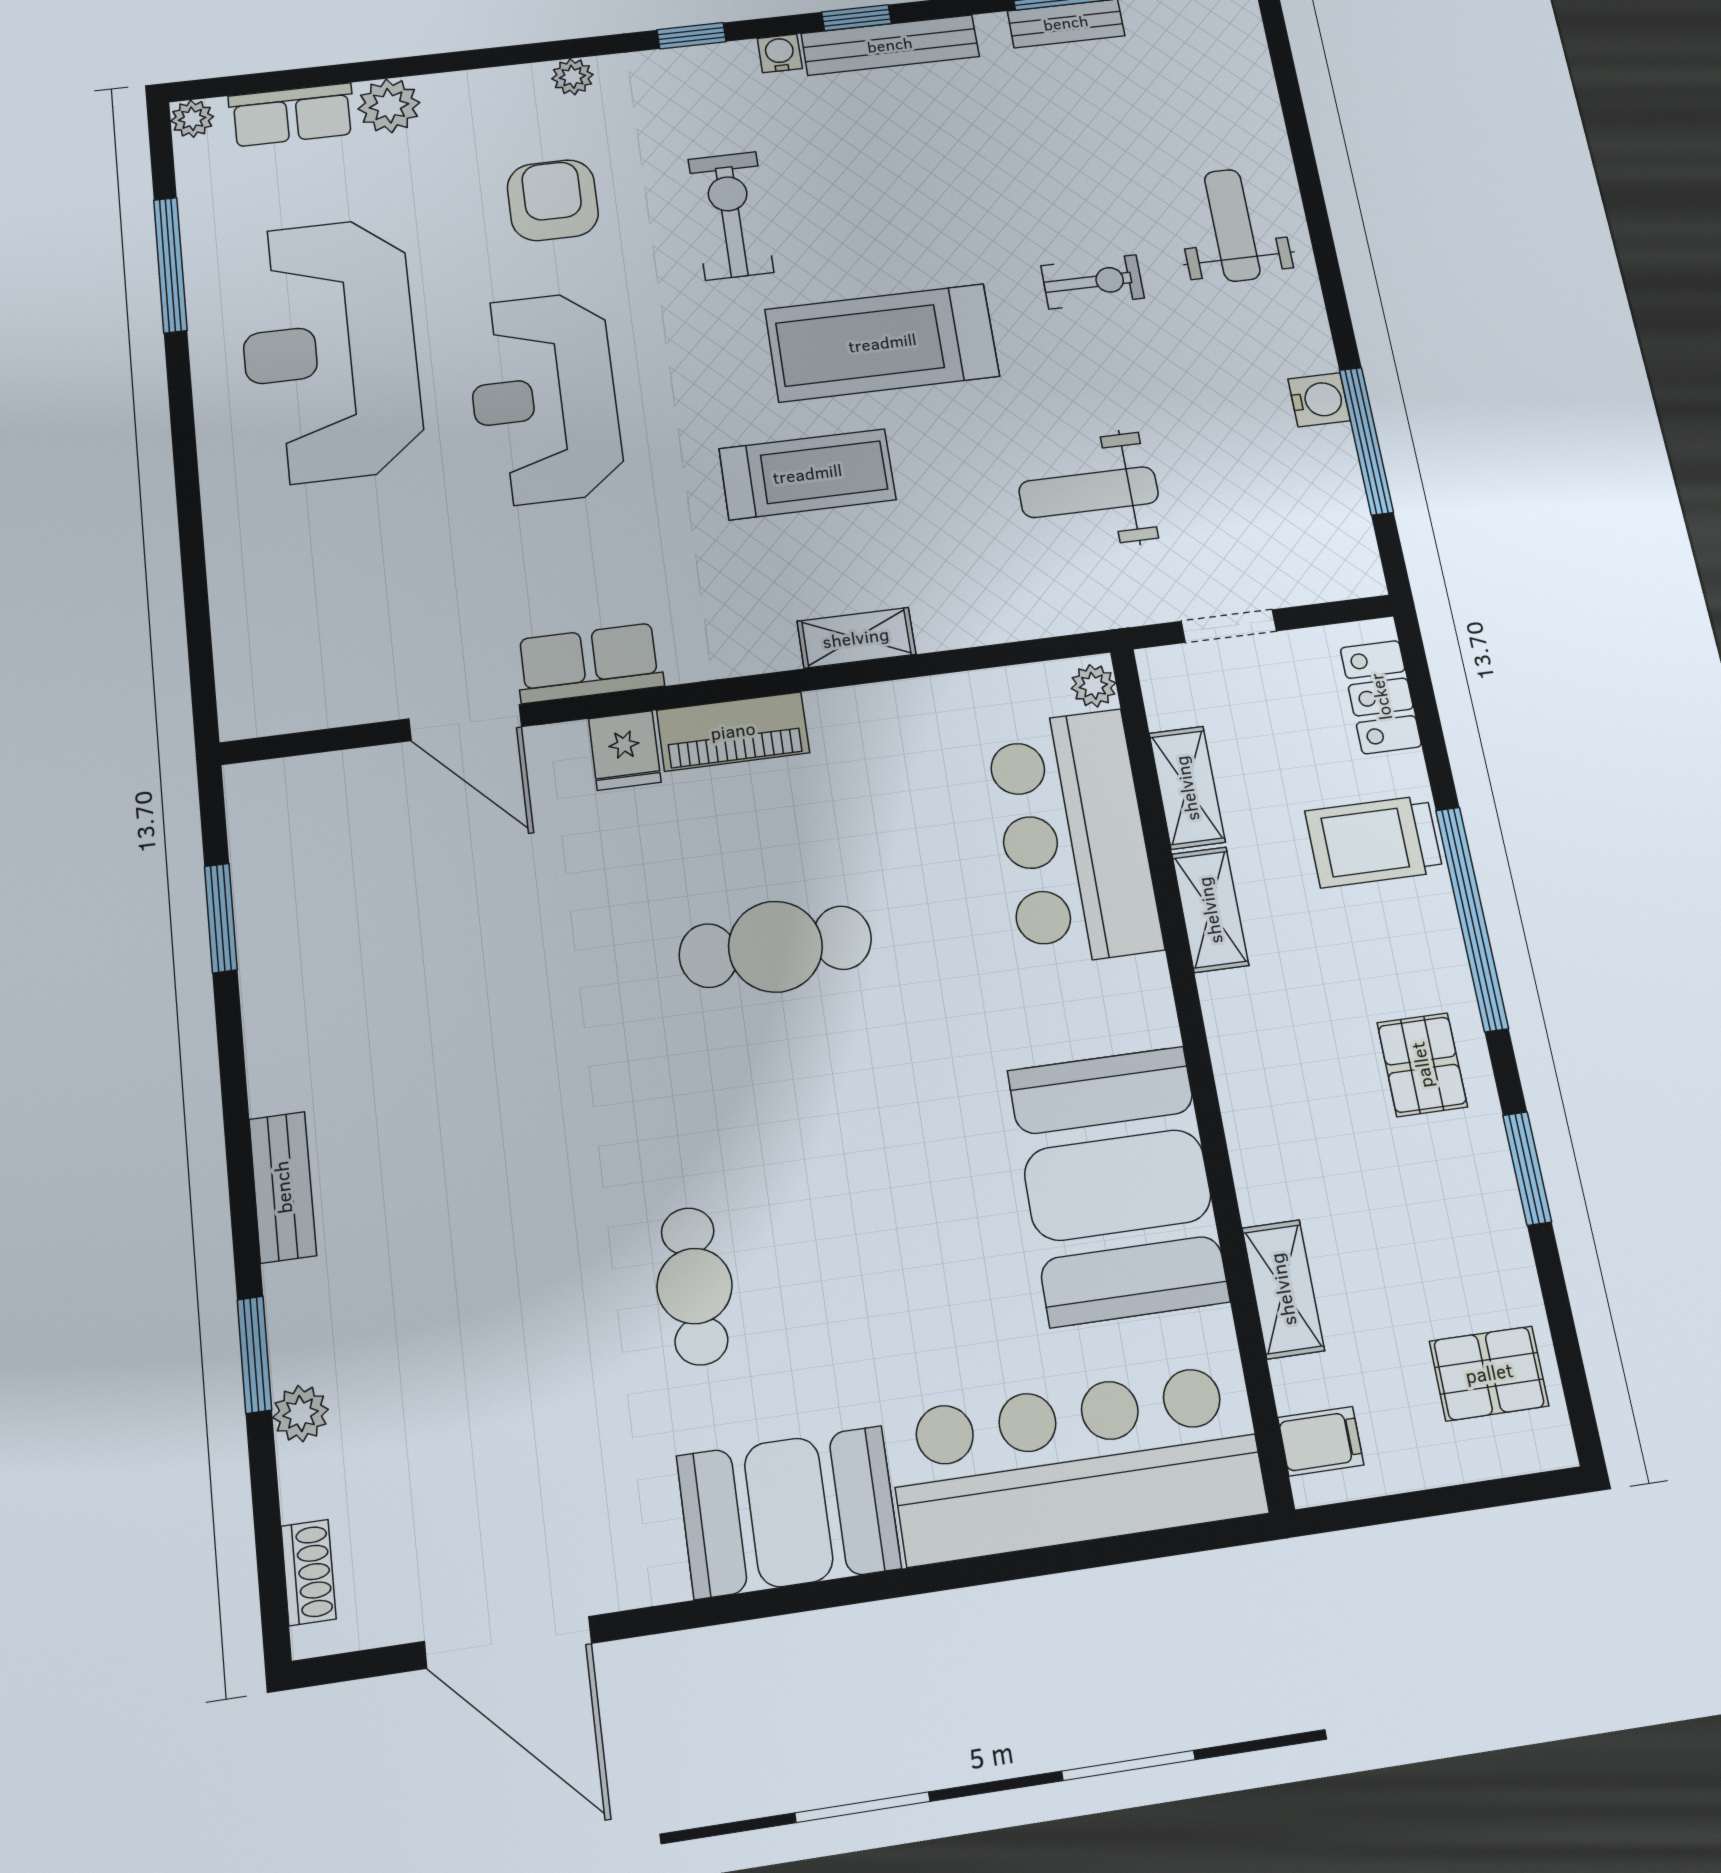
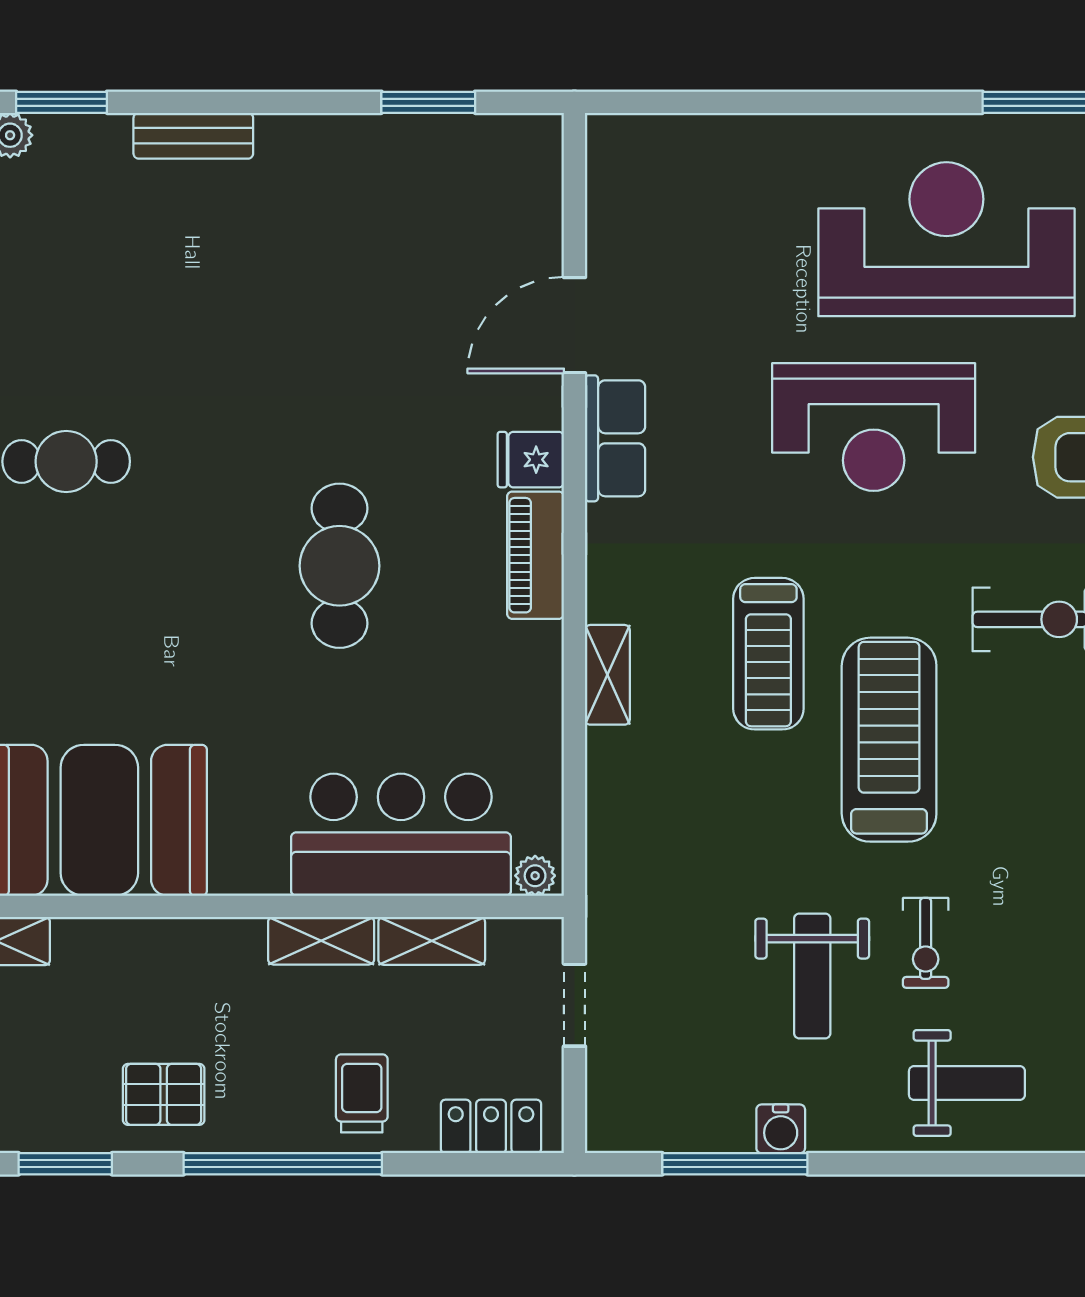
reception desk: (544, 398) -> (874, 427), turned 180
weight bench: (1089, 492) -> (812, 976), moved, turned 180
trolley: (1374, 841) -> (362, 1093), width x0.73, depth x0.72

